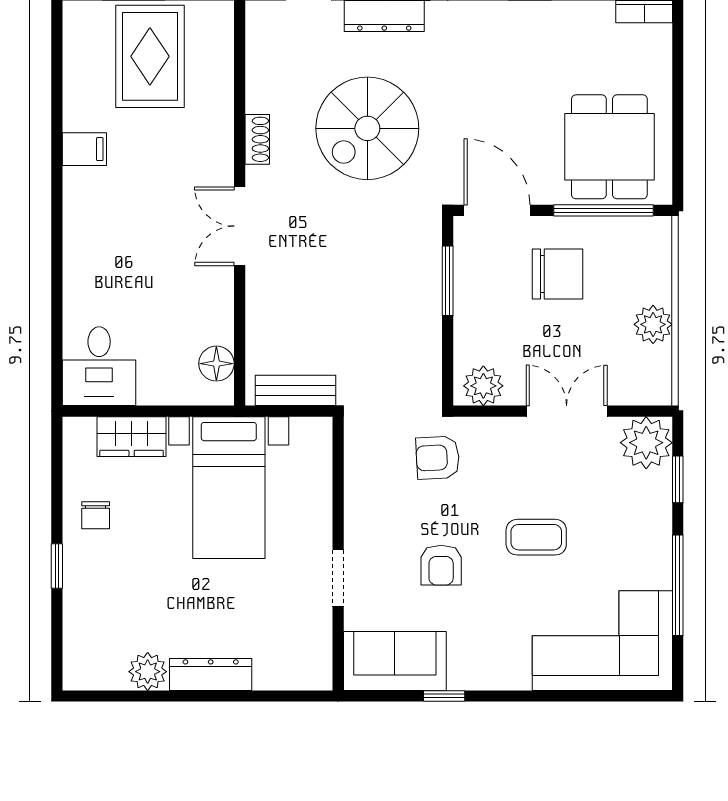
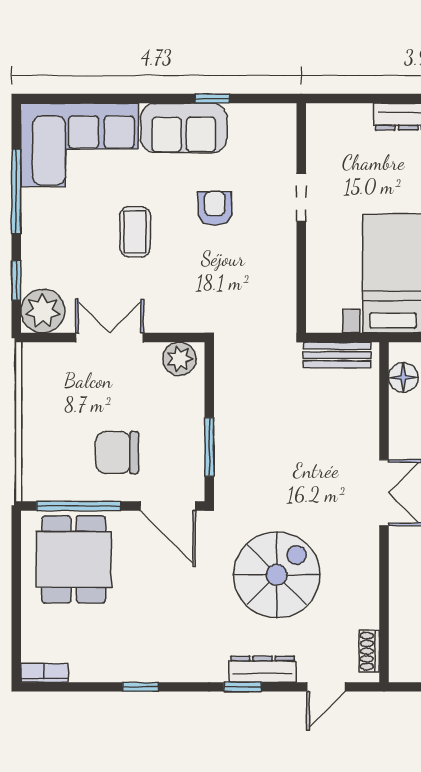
shoe rack: (257, 139) -> (369, 651), moved
plant: (653, 324) -> (37, 410), removed
double door: (567, 411) -> (110, 338), swing flipped
armchair: (438, 458) -> (218, 299), removed
coffee table: (536, 537) -> (135, 232), turned 90
sofa: (395, 661) -> (184, 128), moved

